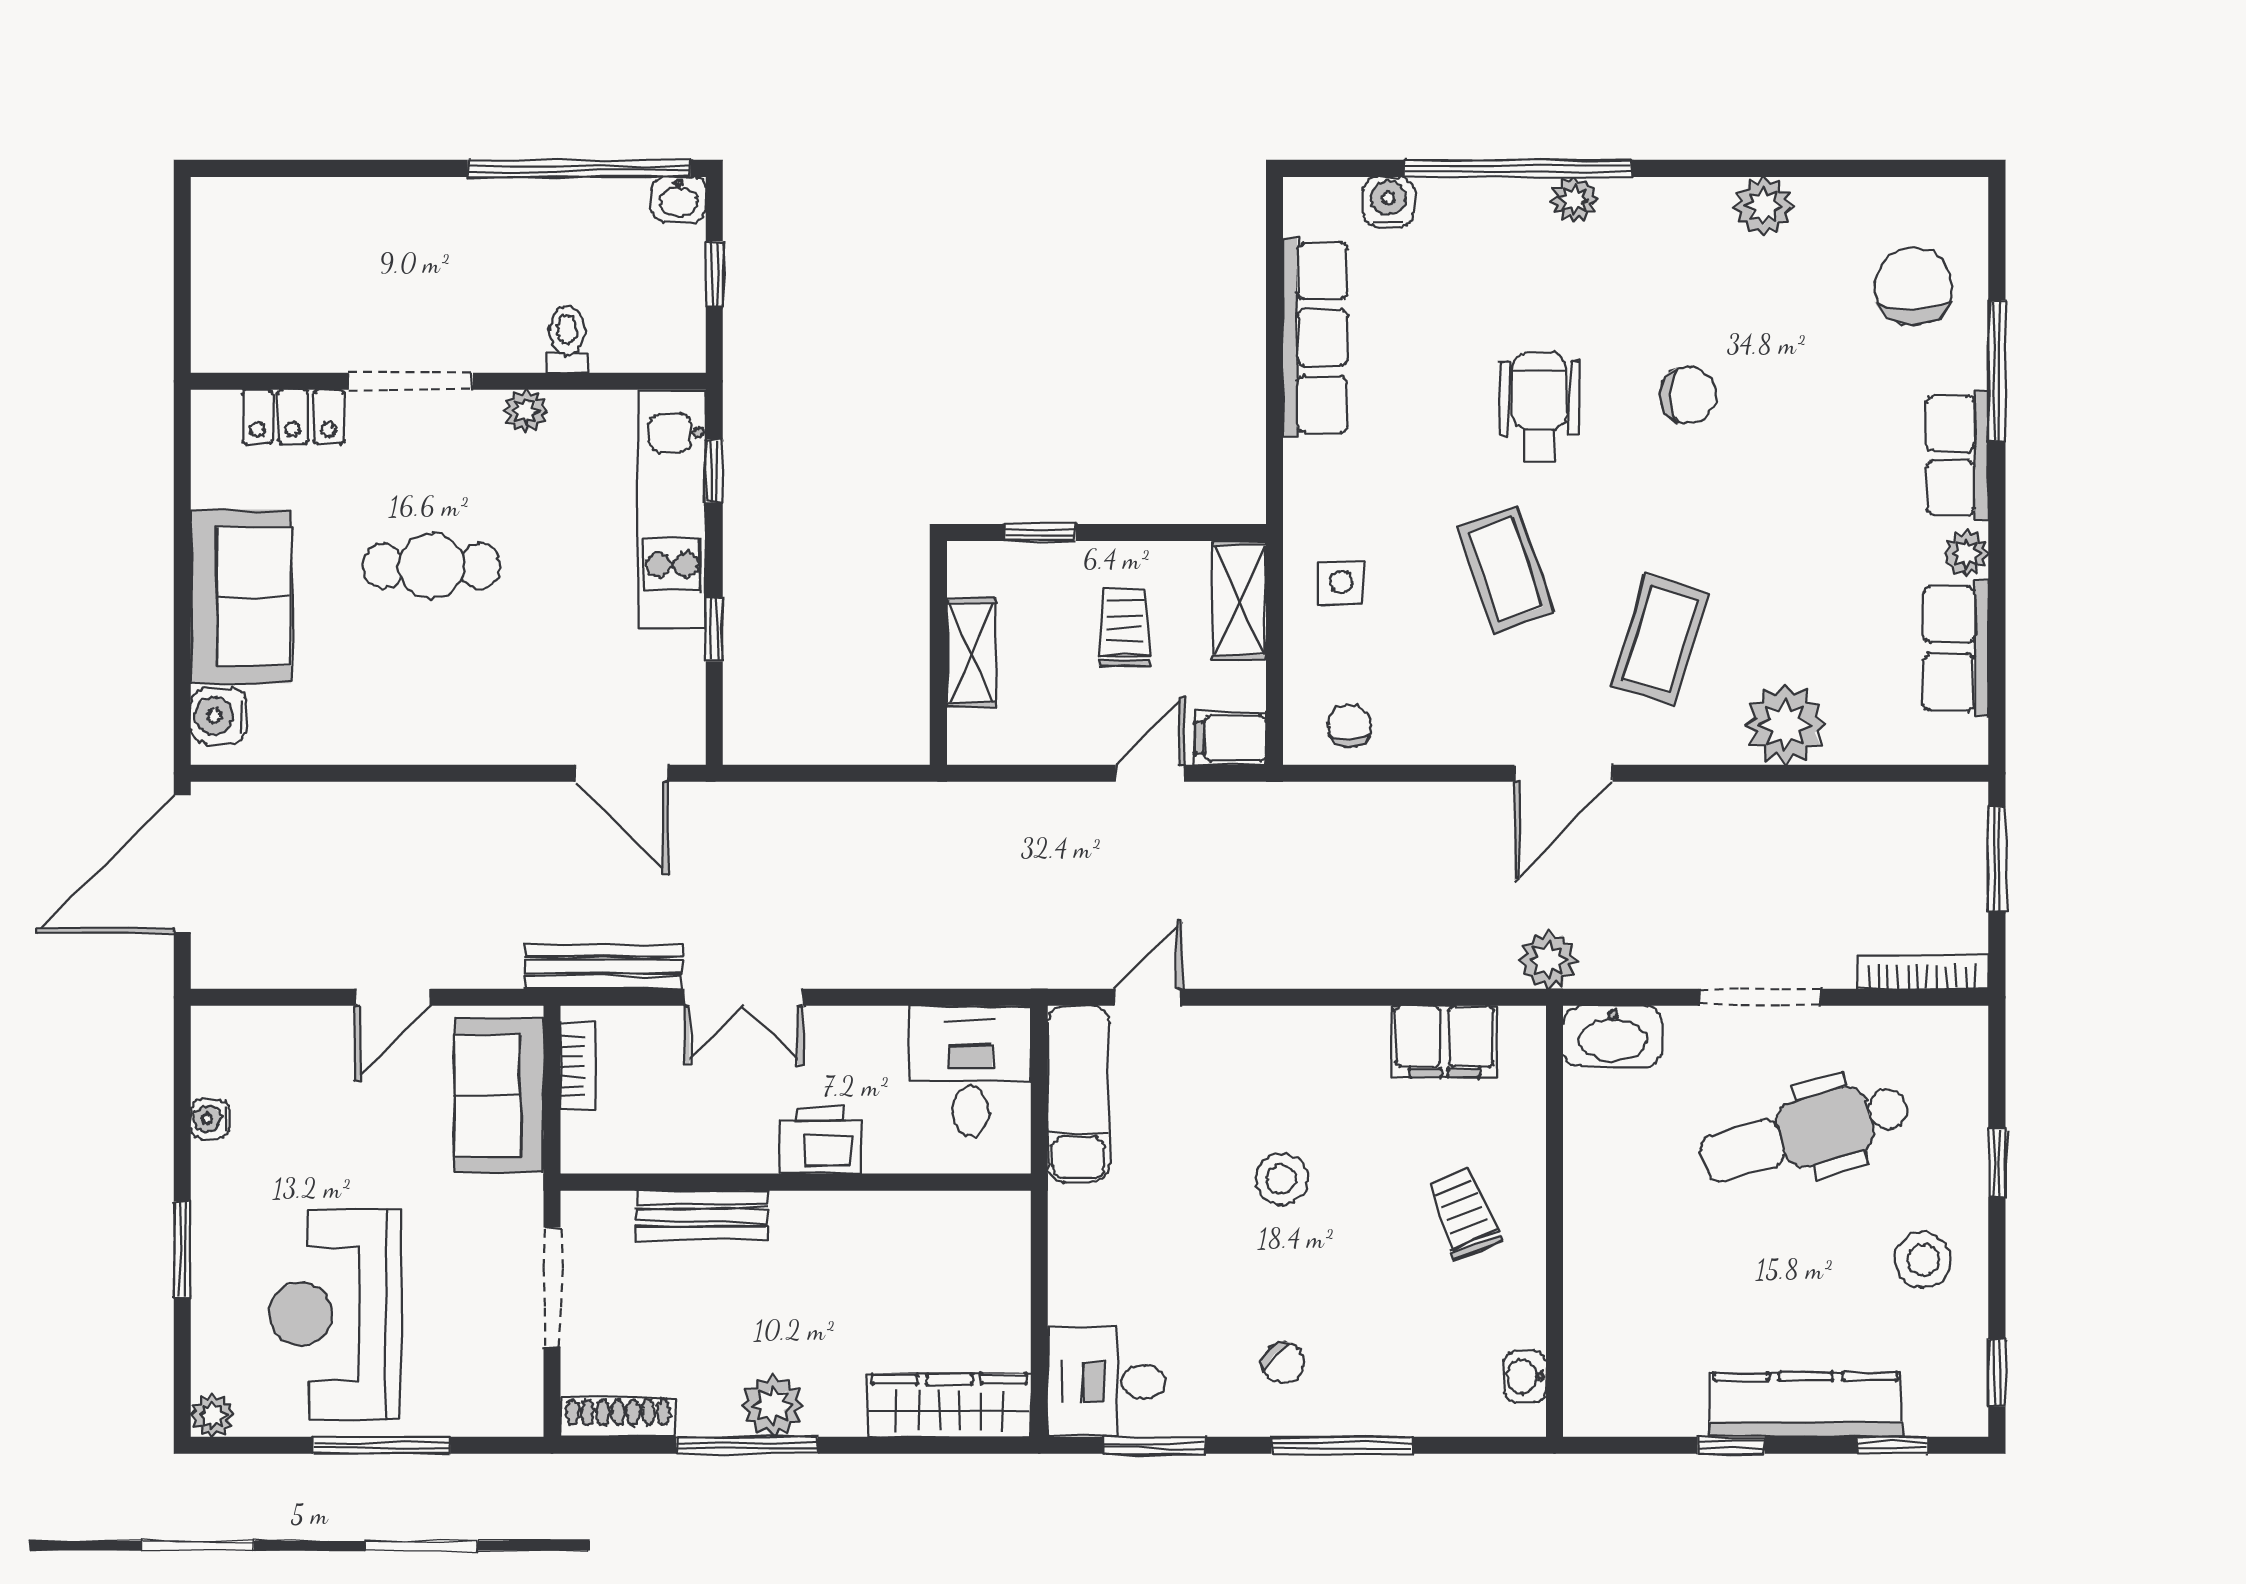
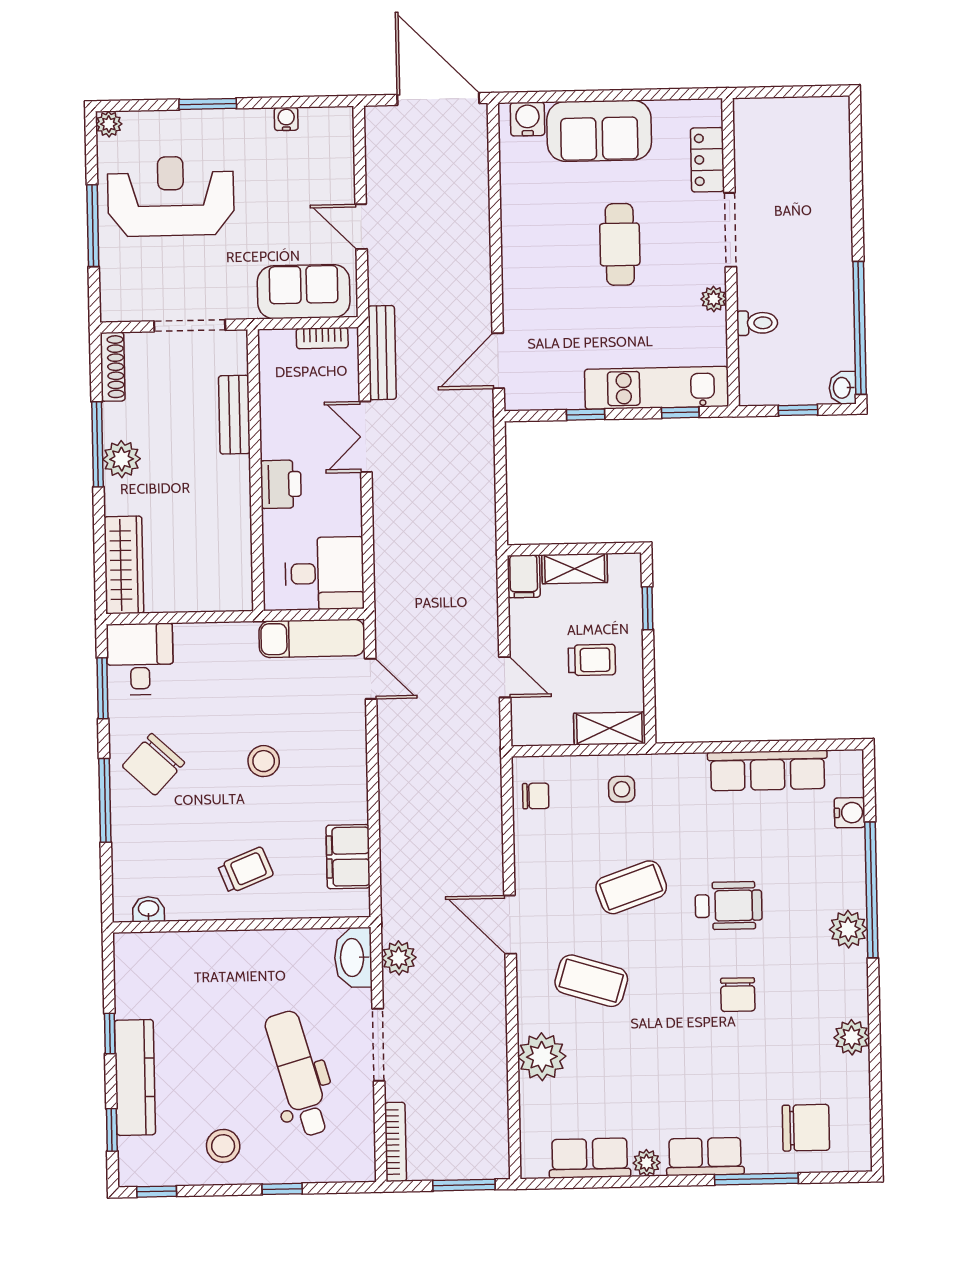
plant: (1574, 200) -> (848, 929), width x1.38, depth x1.38
filing cabinet: (1230, 738) -> (524, 576), moved, turned 180
plant: (1548, 960) -> (399, 958), moved
chair: (1283, 1363) -> (153, 764), width x1.87, depth x1.87

